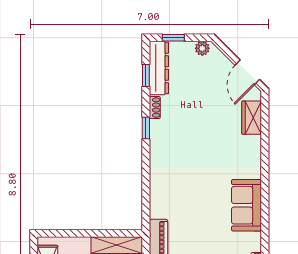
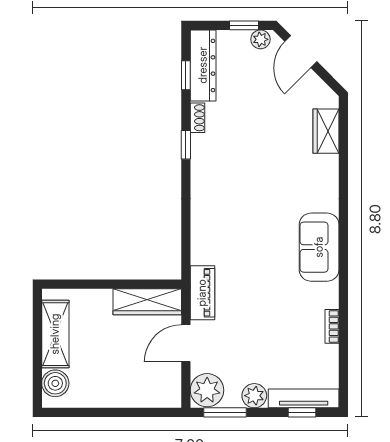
window: (173, 38) -> (244, 25), moved
door: (247, 72) -> (301, 52), moved

